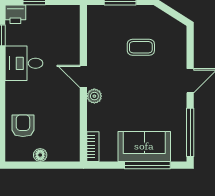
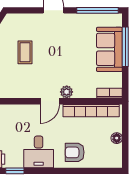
bookcase: (72, 125) -> (91, 111), added
armchair: (23, 126) -> (75, 152), moved

